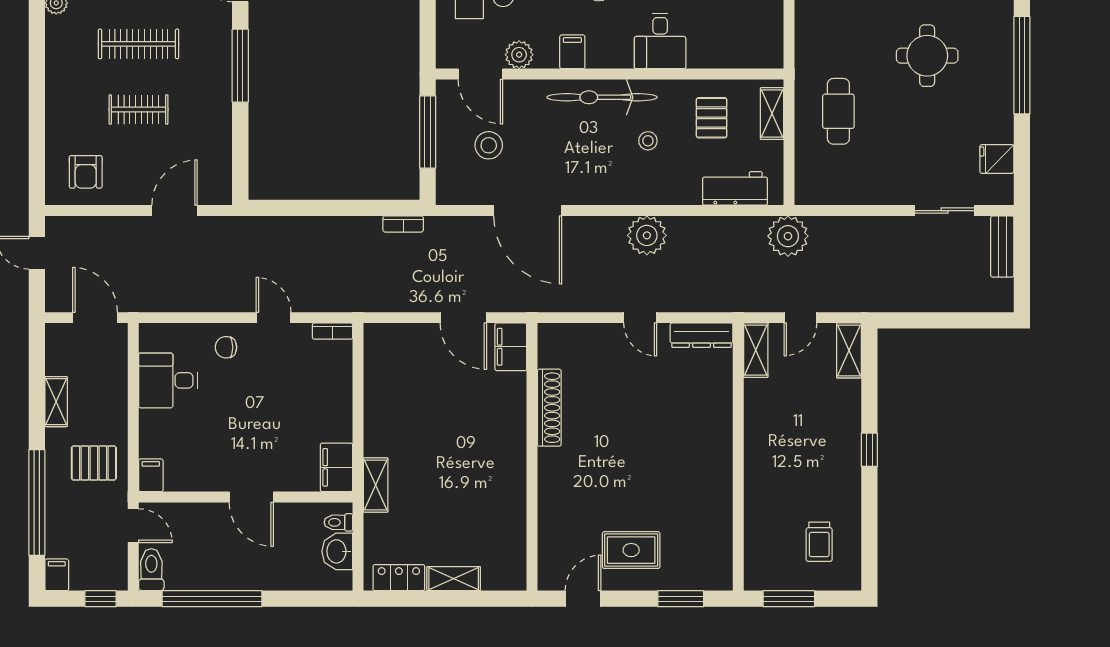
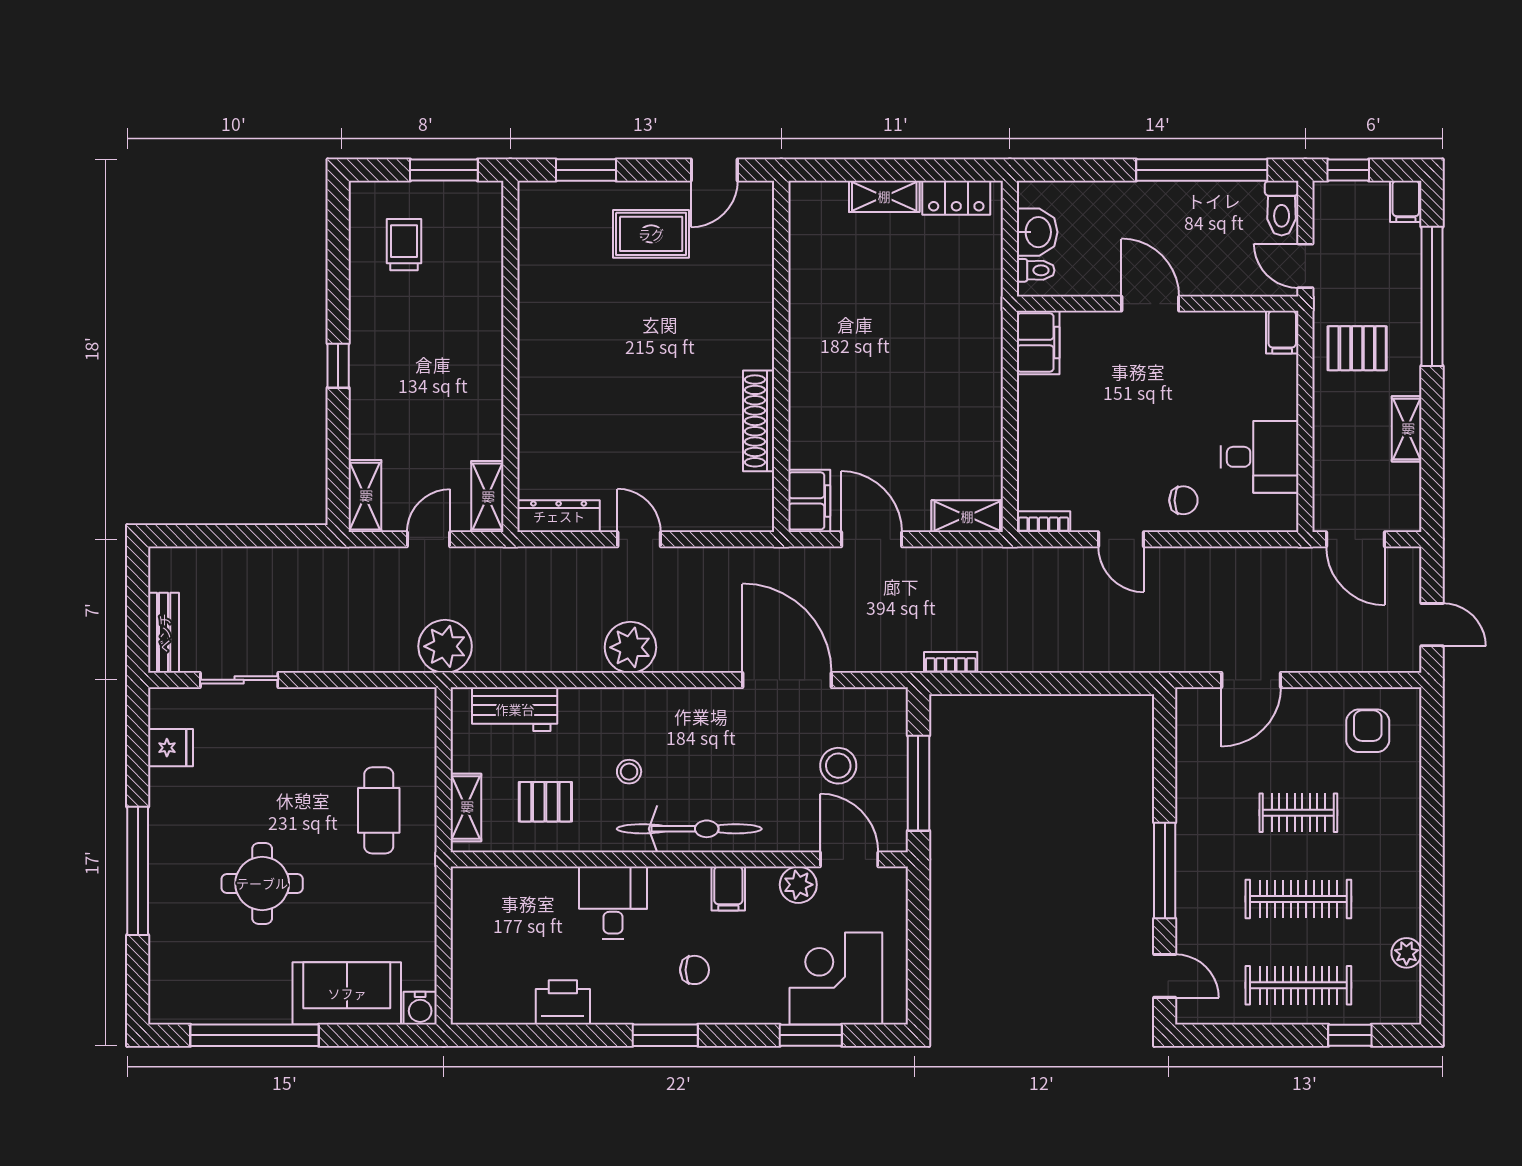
pallet: (712, 118) -> (545, 802), turned 90
shelving: (376, 485) -> (967, 516), moved, turned 90

